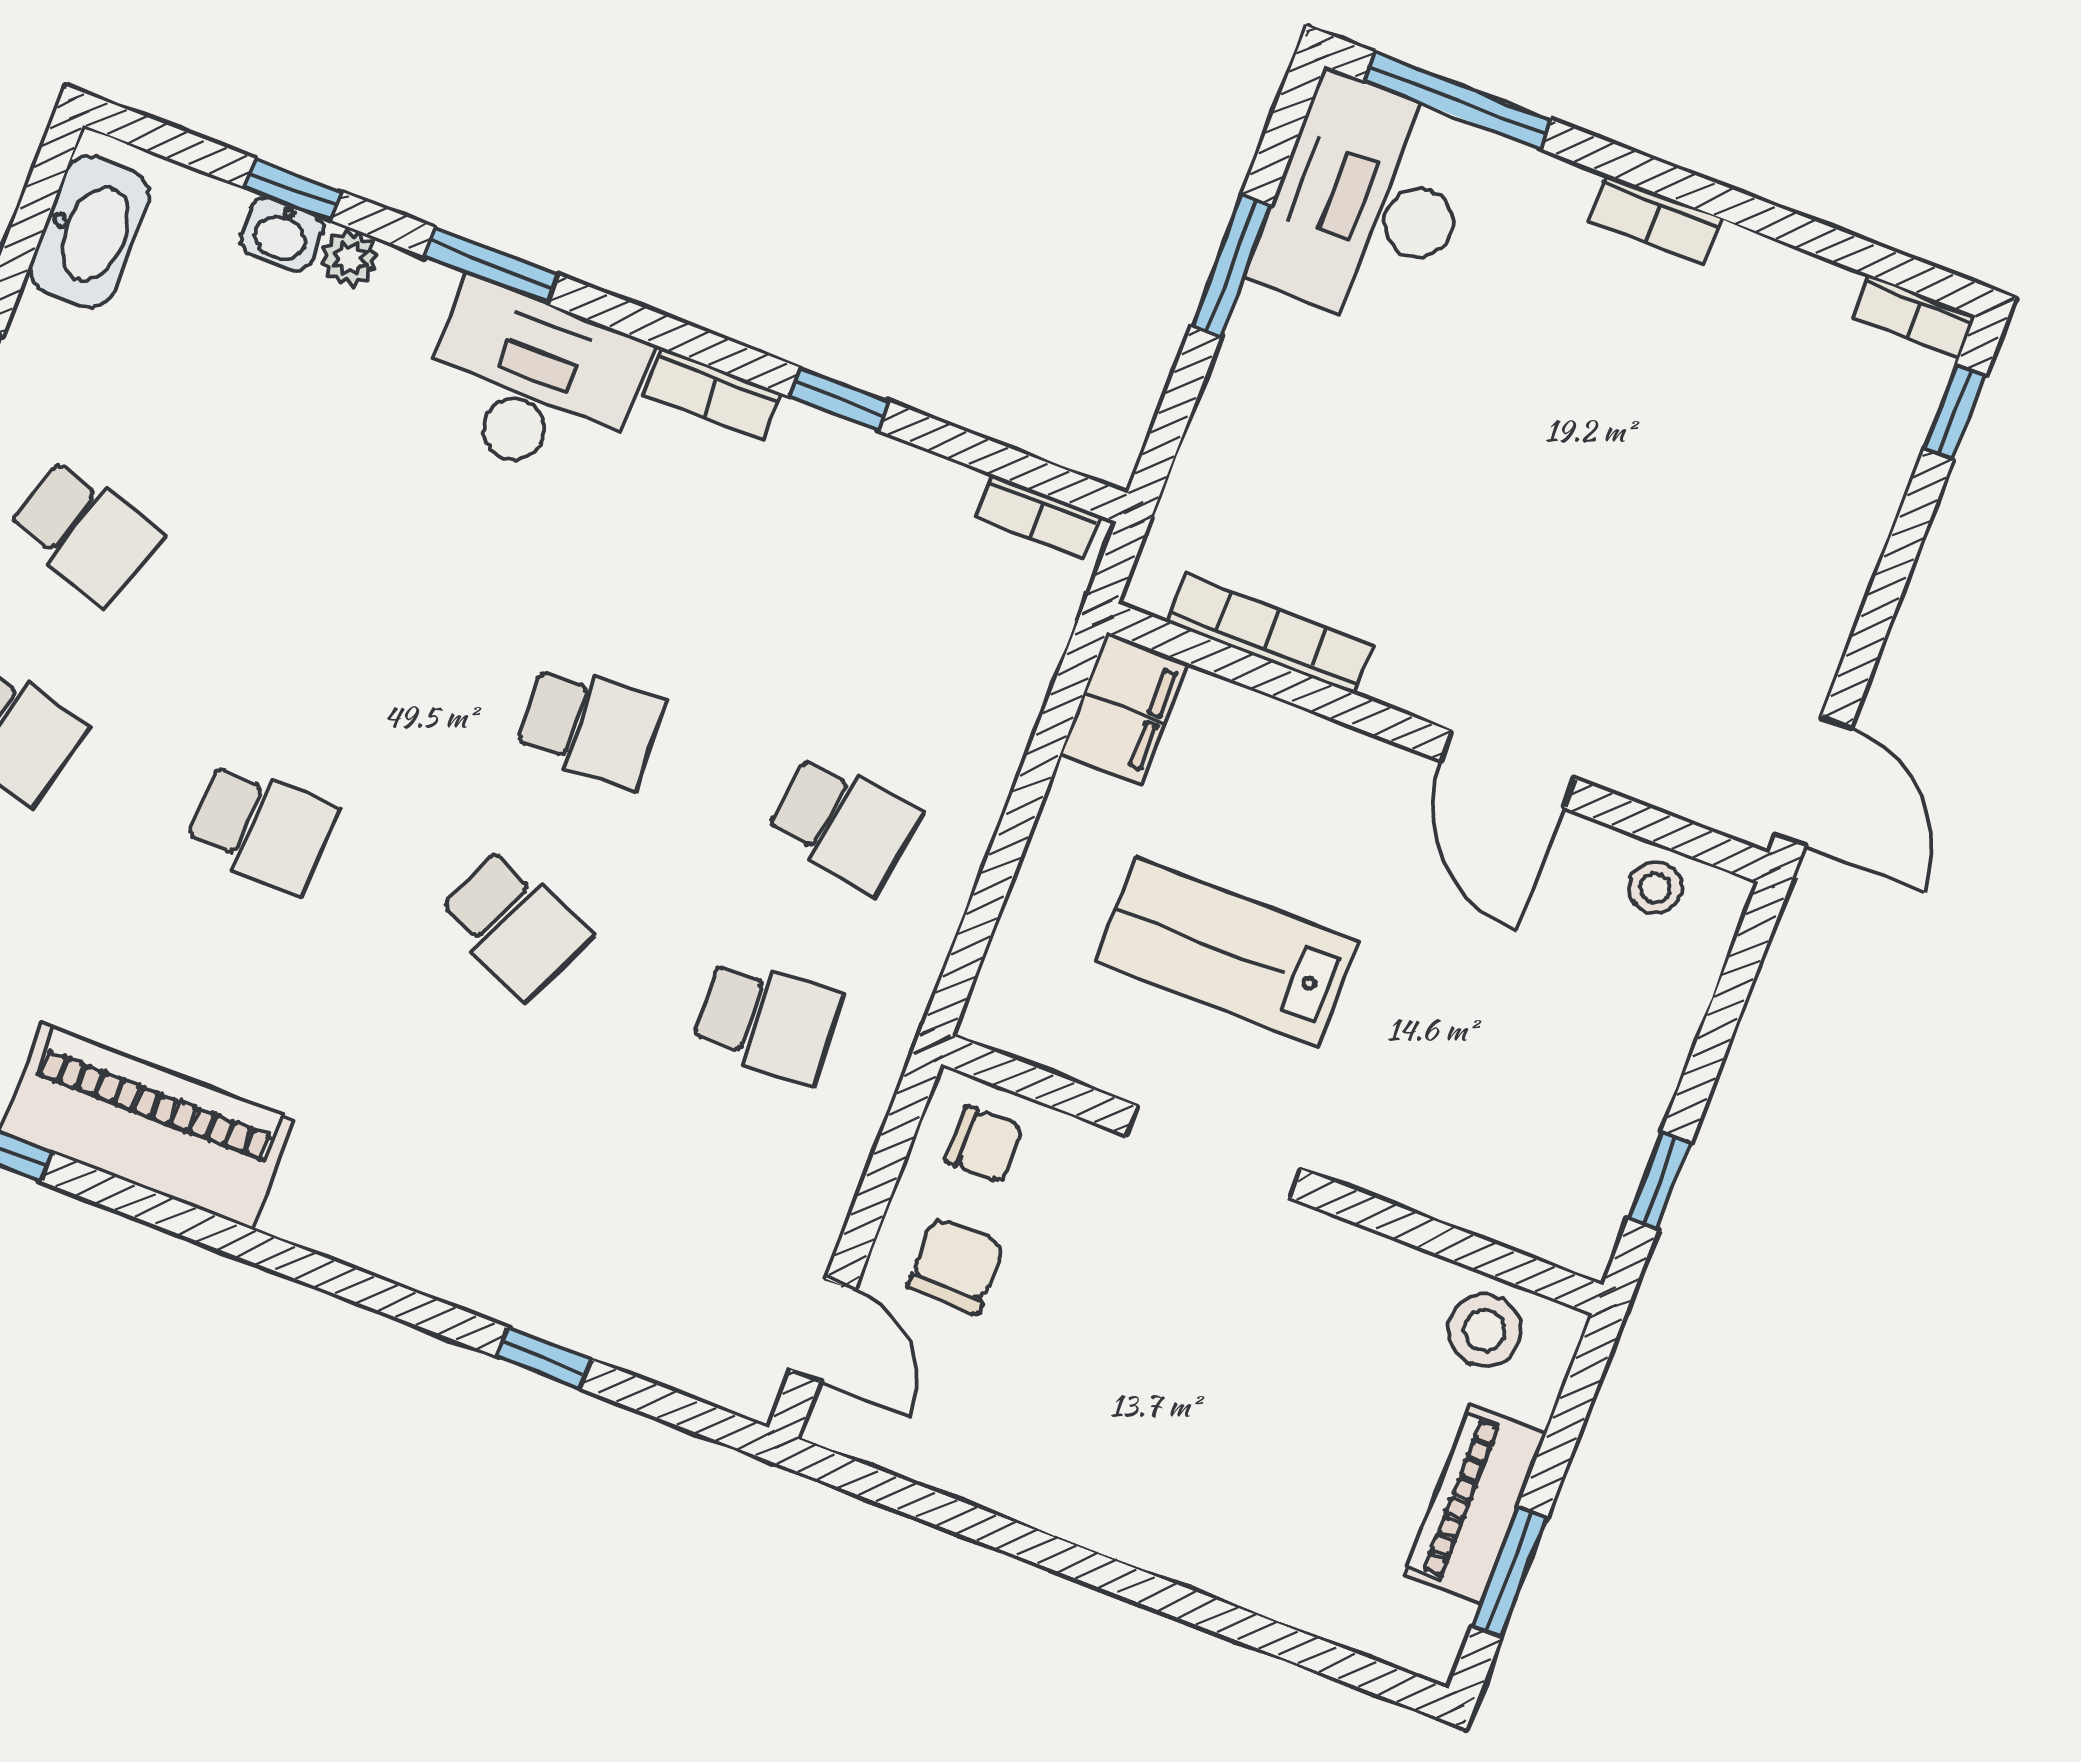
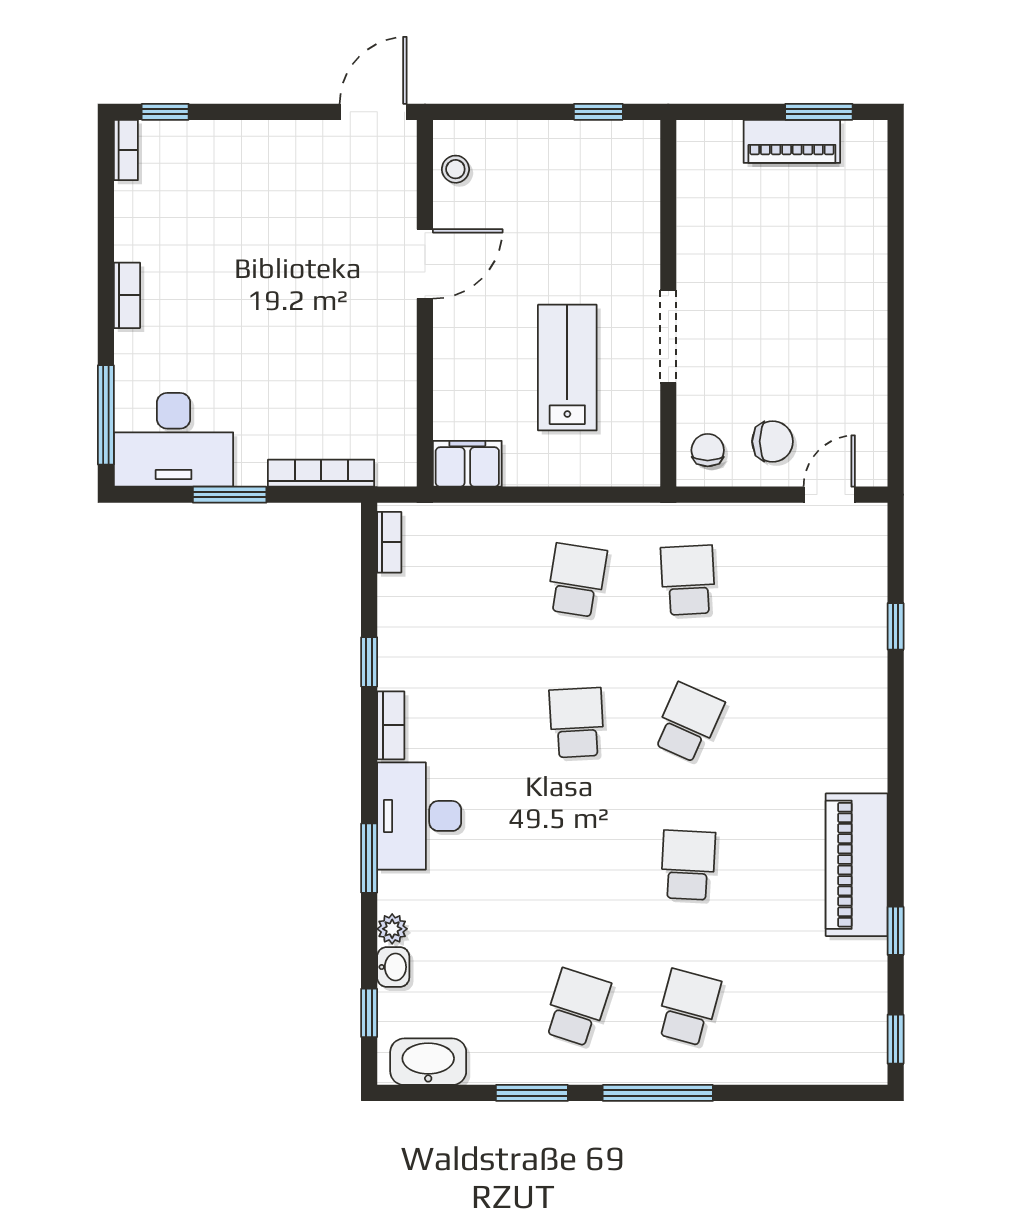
window: (293, 189) -> (369, 1013), moved
bookcase: (1269, 634) -> (321, 473), moved, turned 90
lab bench: (1227, 952) -> (567, 368), turned 180
chair: (956, 1265) -> (773, 441), turned 180
stool: (1485, 1330) -> (705, 170), removed

